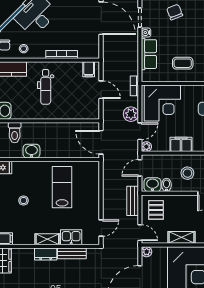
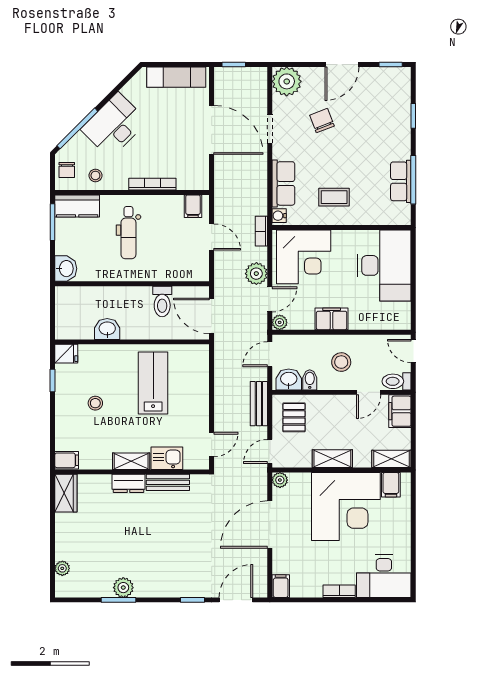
water cooler: (146, 33) -> (279, 216), moved
toilet: (15, 133) -> (162, 301), moved
door: (140, 233) -> (270, 451), swing flipped

